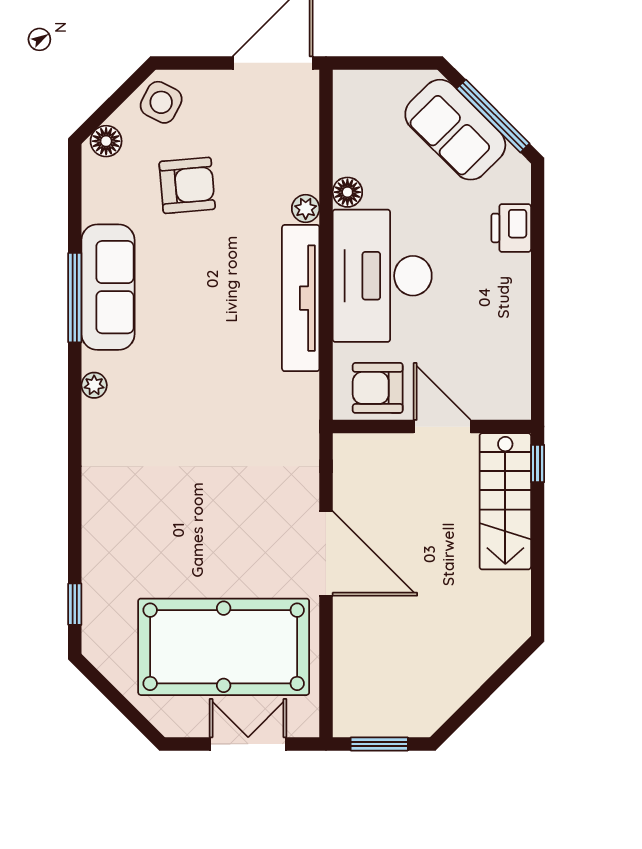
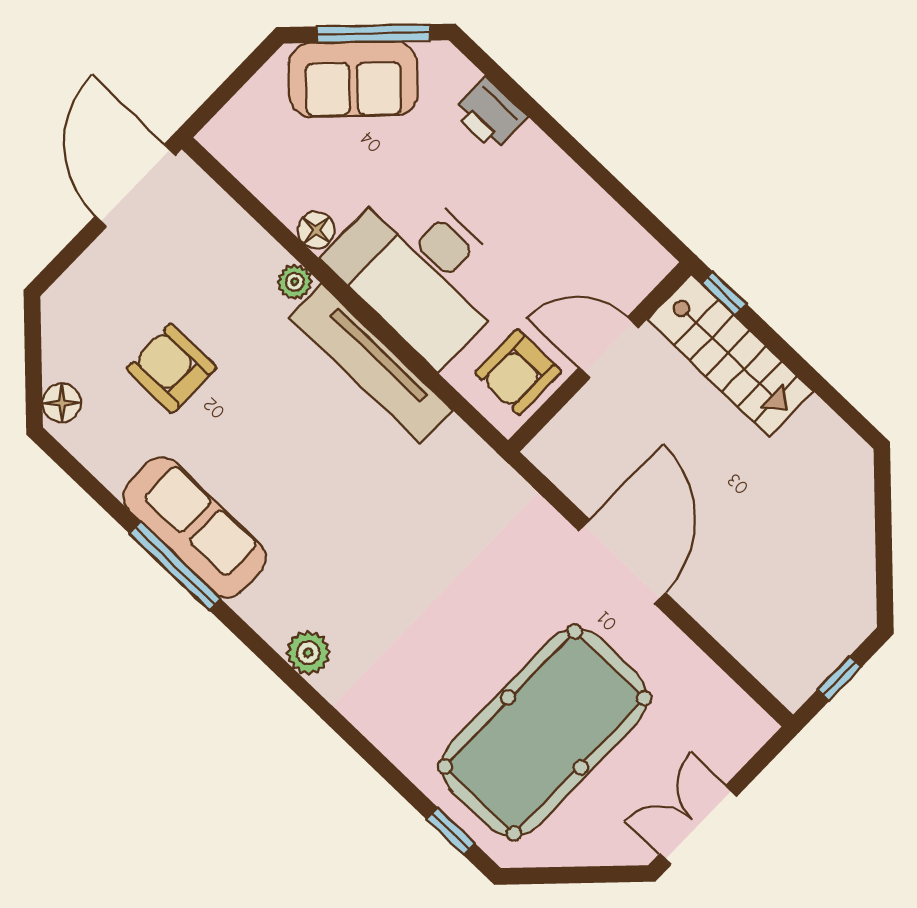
side table: (161, 102) -> (74, 320), removed
armchair: (187, 185) -> (171, 368), turned -85
plant: (94, 385) -> (308, 653), moved, width x1.38, depth x1.38
door: (326, 553) -> (622, 562), hinge flipped
pool table: (224, 647) -> (544, 732), moved
double door: (248, 744) -> (698, 825), moved
window: (379, 744) -> (839, 679), width x0.67

